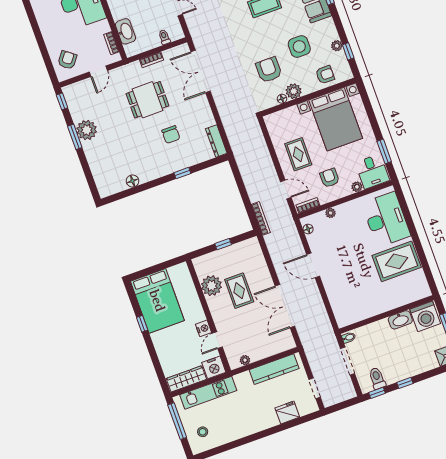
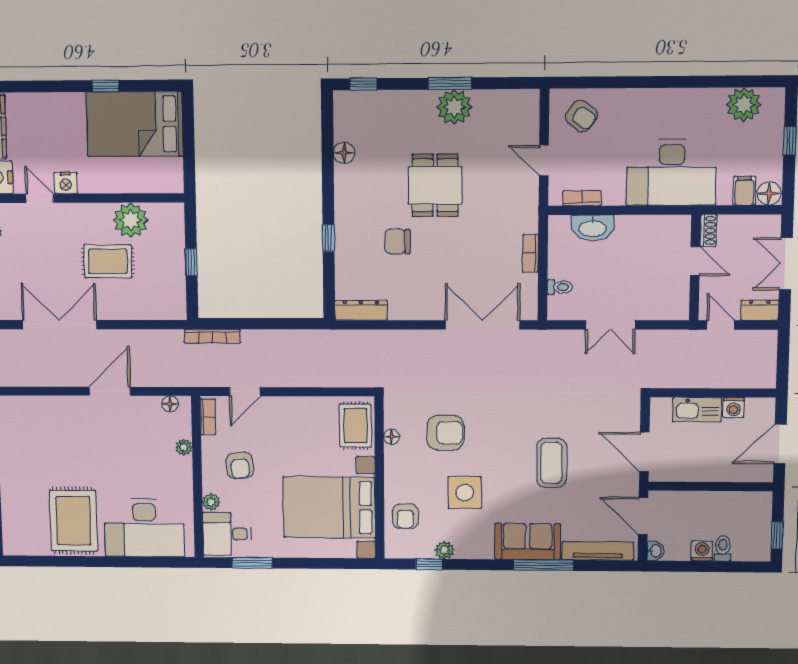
plant: (294, 91) -> (397, 459), removed
dining table: (147, 100) -> (435, 185), moved
window: (62, 101) -> (363, 84), moved
rug: (298, 154) -> (355, 426), moved, turned 90
armchair: (330, 178) -> (240, 465), turned 85

